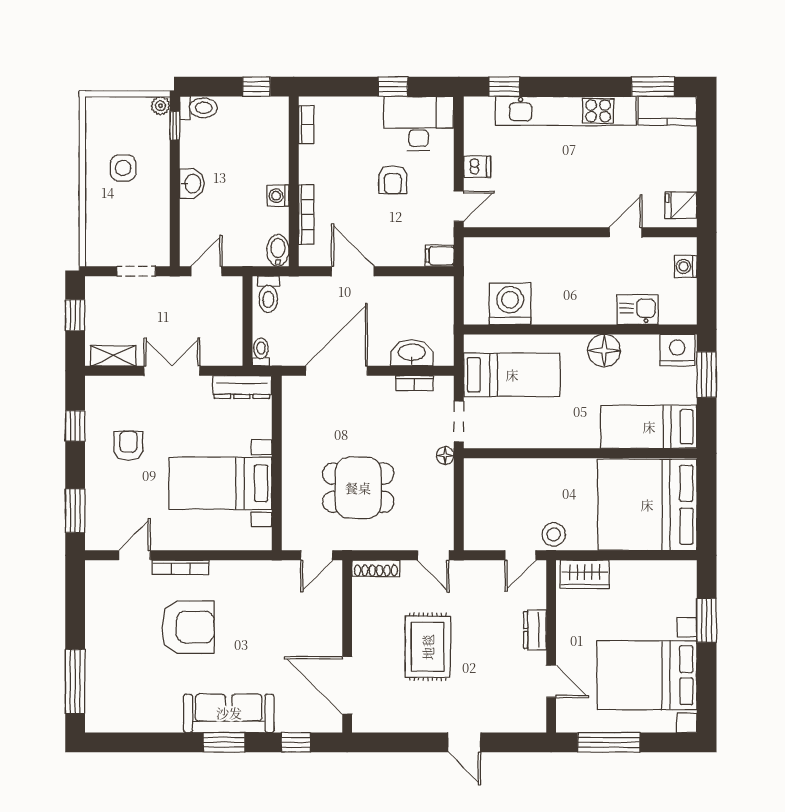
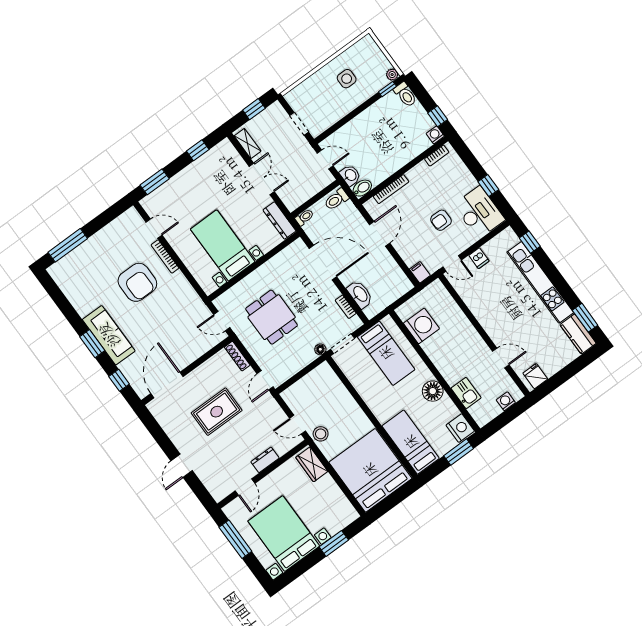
washbasin: (192, 184) -> (350, 175), moved, turned -90
washing machine: (278, 196) -> (435, 135), moved
armchair: (128, 446) -> (207, 185), removed

